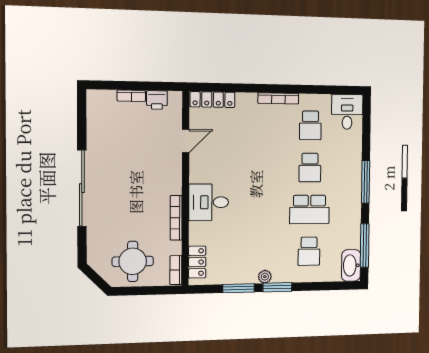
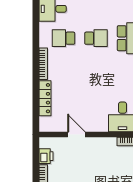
locker: (213, 100) -> (45, 98), moved
school desk: (310, 125) -> (63, 38), turned 180

